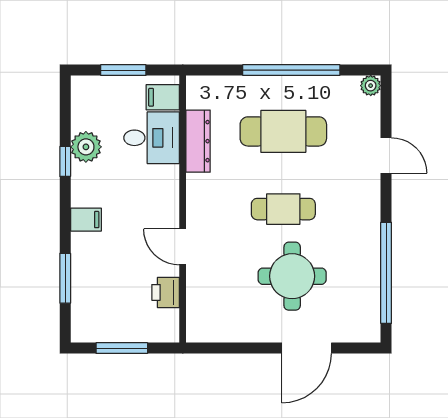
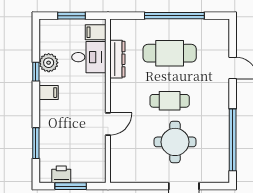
plant: (371, 86) -> (223, 25), removed
filing cabinet: (86, 220) -> (49, 93), moved
door: (183, 247) -> (108, 124), swing flipped
printer: (166, 292) -> (61, 174), moved, turned 90

